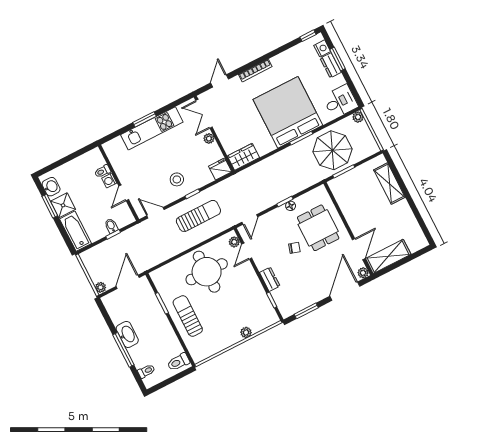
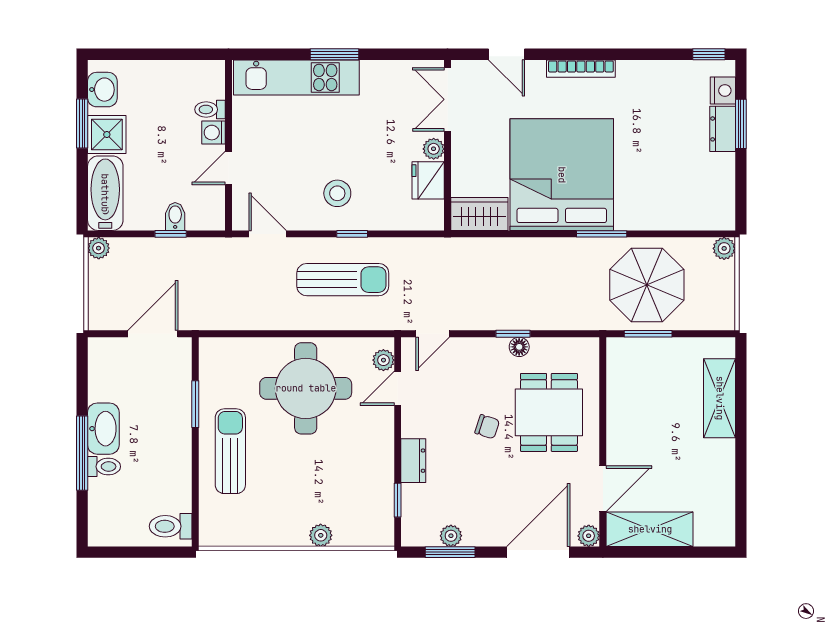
door: (220, 81) -> (506, 54), swing flipped
desk: (340, 102) -> (706, 204), removed
bed: (288, 112) -> (562, 175), moved
kitchen unit: (152, 128) -> (296, 77), moved
fridge: (220, 169) -> (428, 180), moved, turned -90
plant: (101, 287) -> (99, 248), moved
plant: (303, 304) -> (451, 536), added
toilet: (146, 371) -> (104, 467), moved

